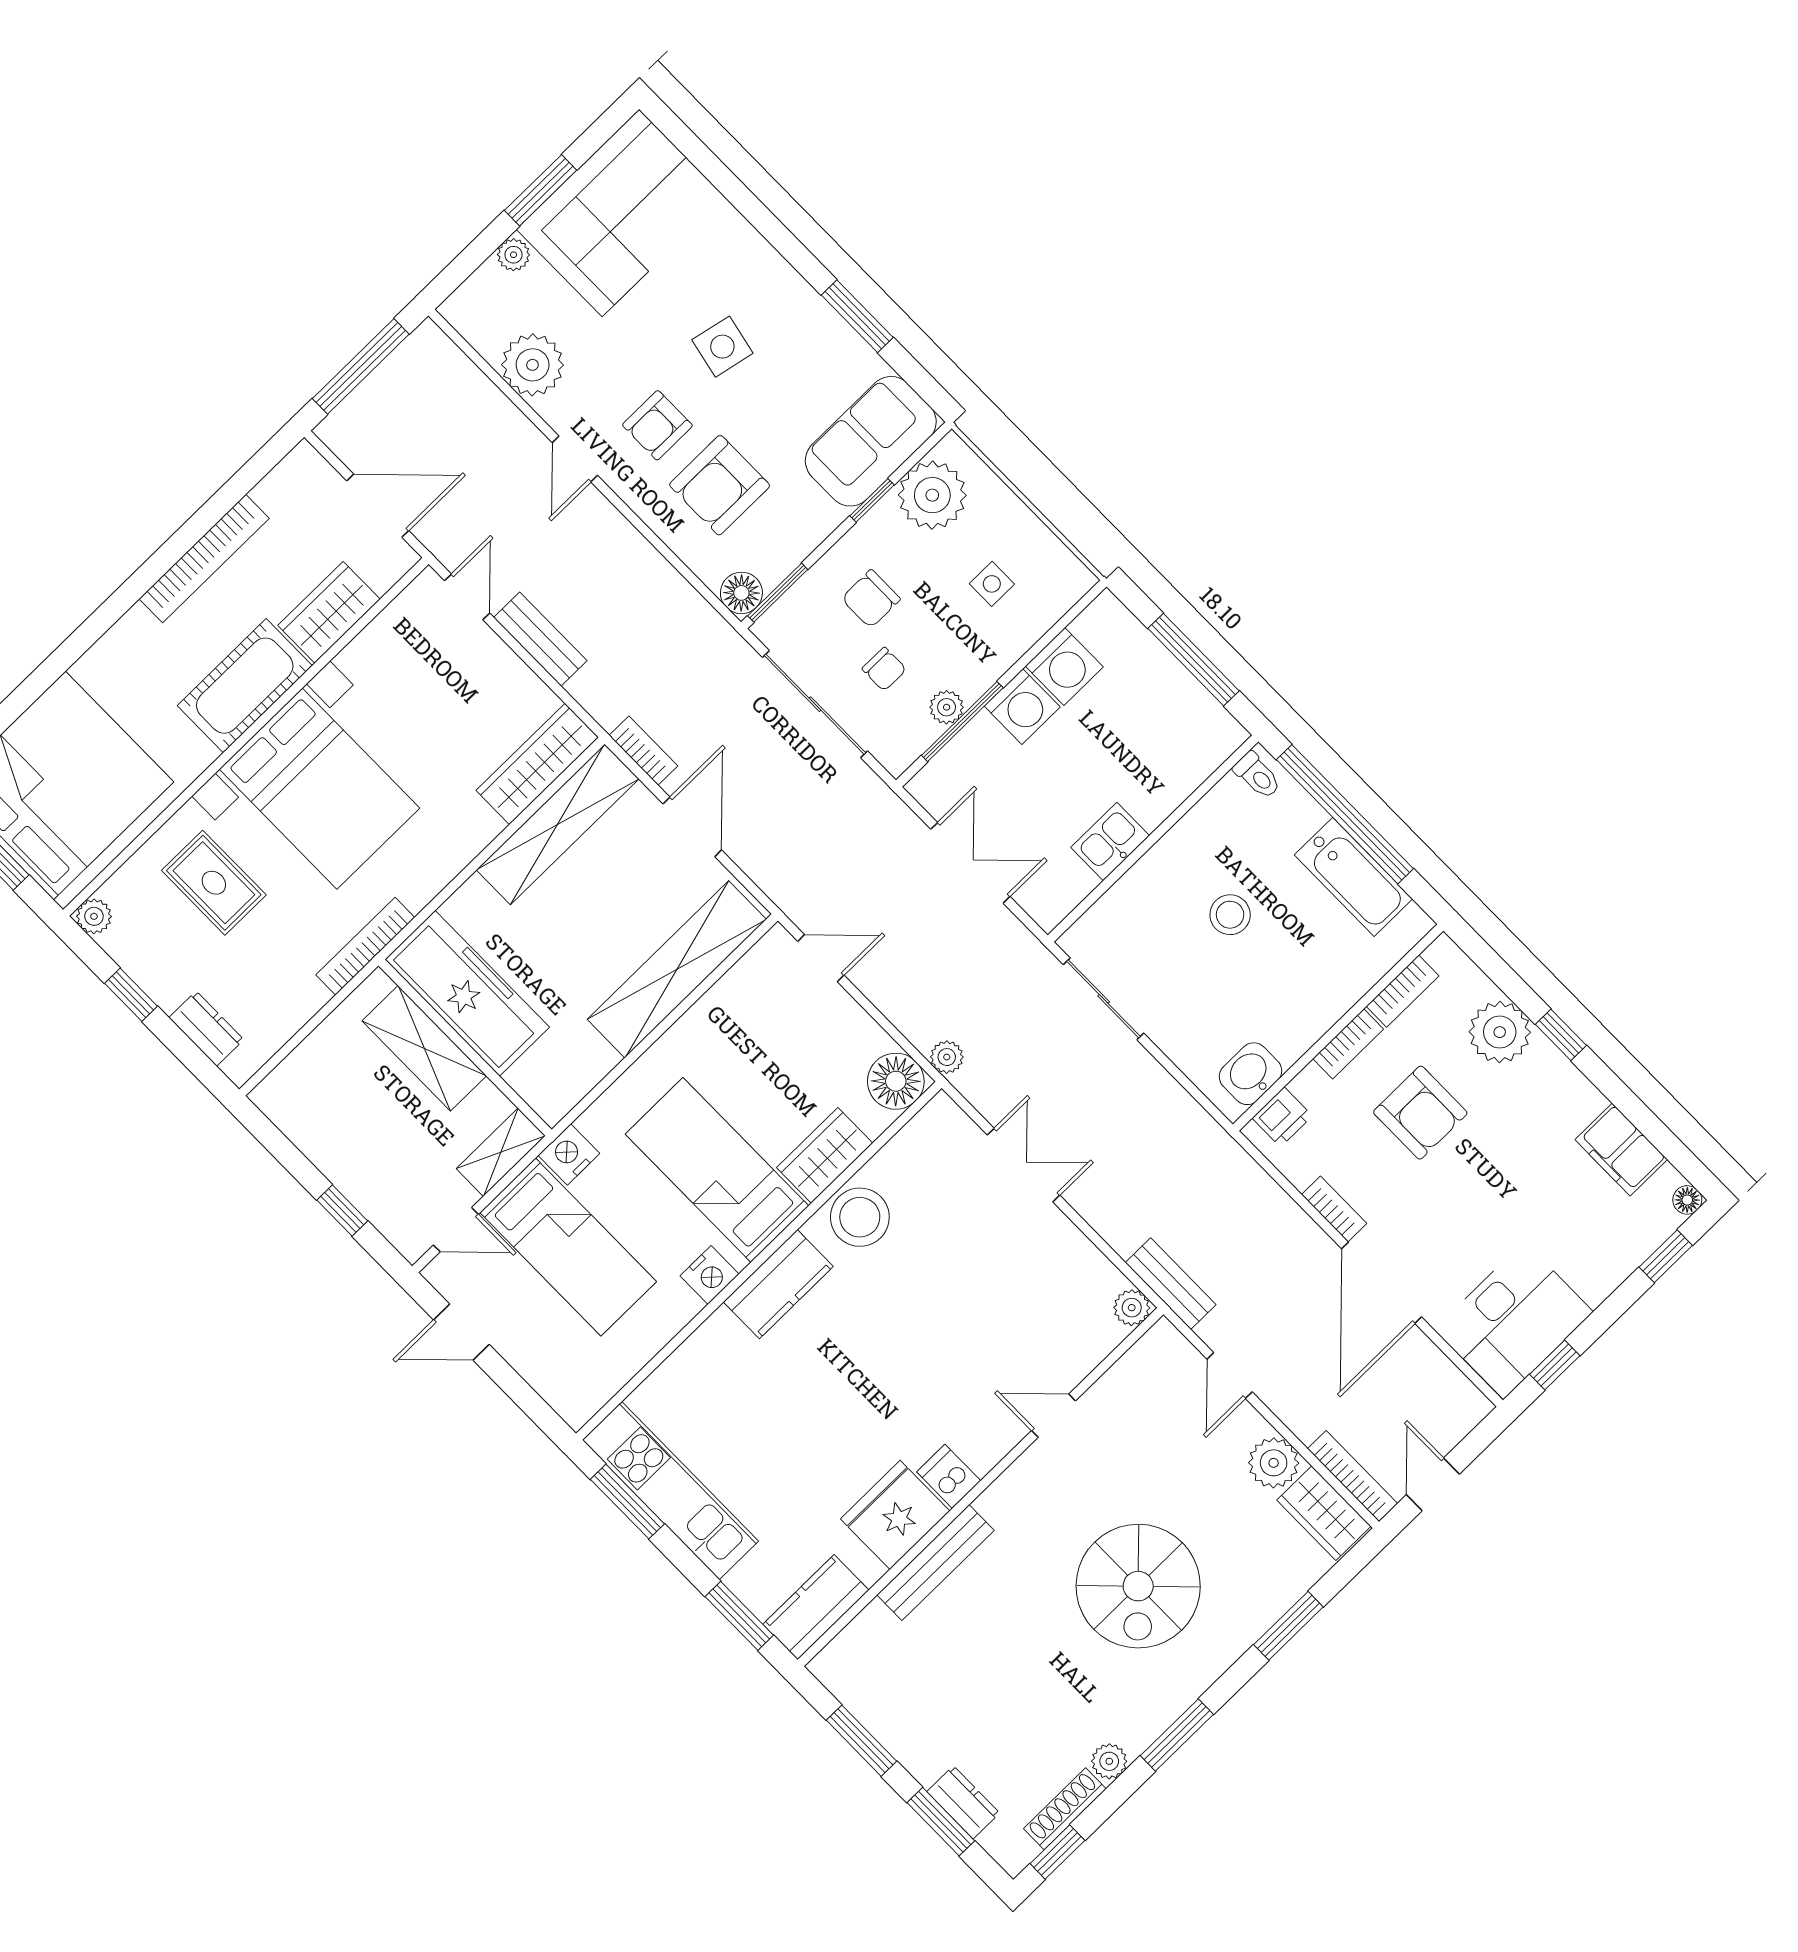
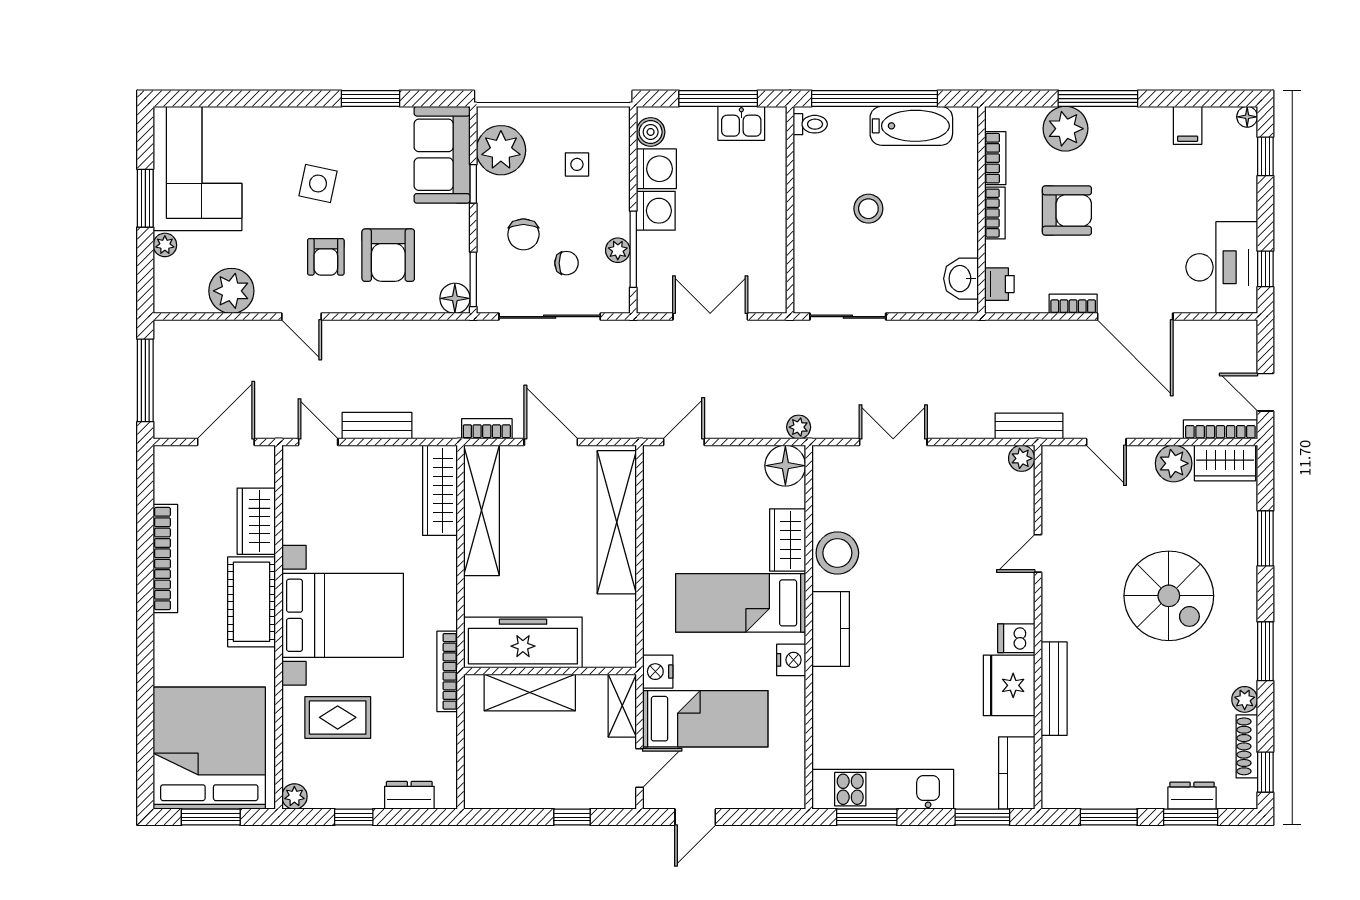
boiler: (1095, 625) -> (651, 132), added
kitchen sink: (1110, 842) -> (741, 123), moved, turned -90
window: (1561, 1035) -> (1098, 99), width x2.17
filing cabinet: (1621, 1149) -> (1188, 125), width x0.50

